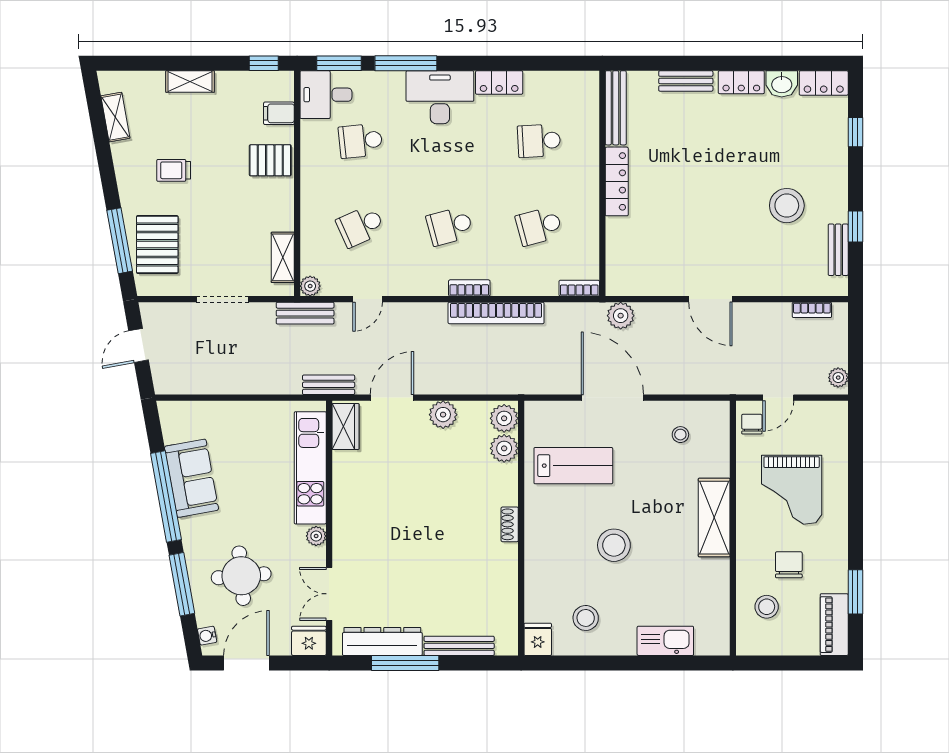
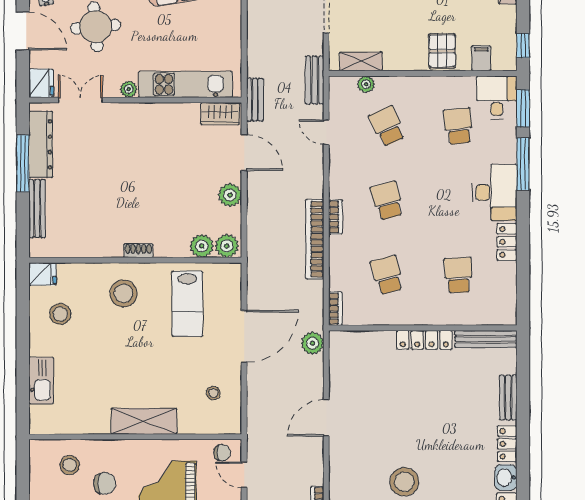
plant: (310, 286) -> (366, 84), moved
stool: (614, 545) -> (123, 293), moved

